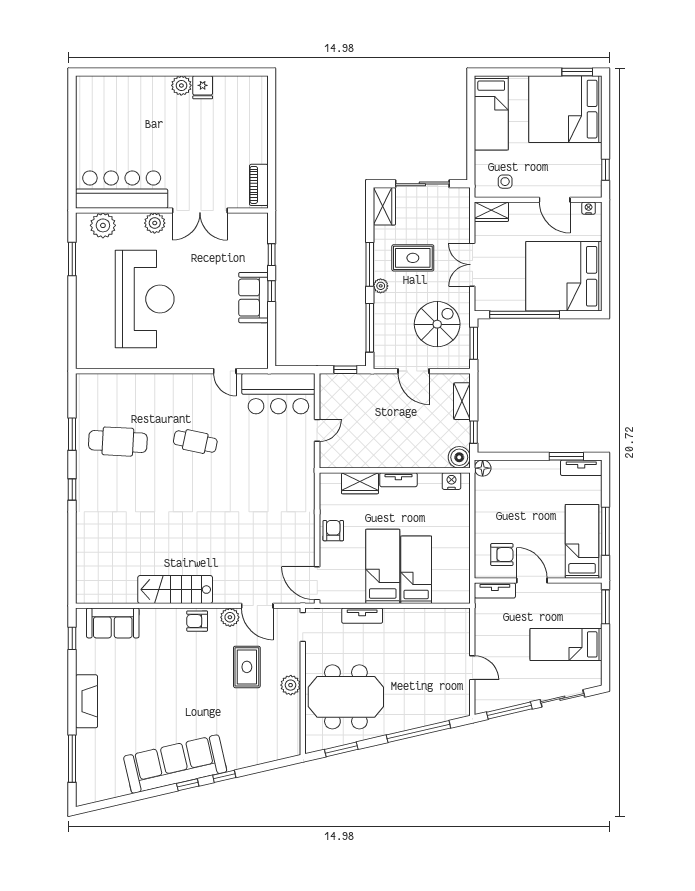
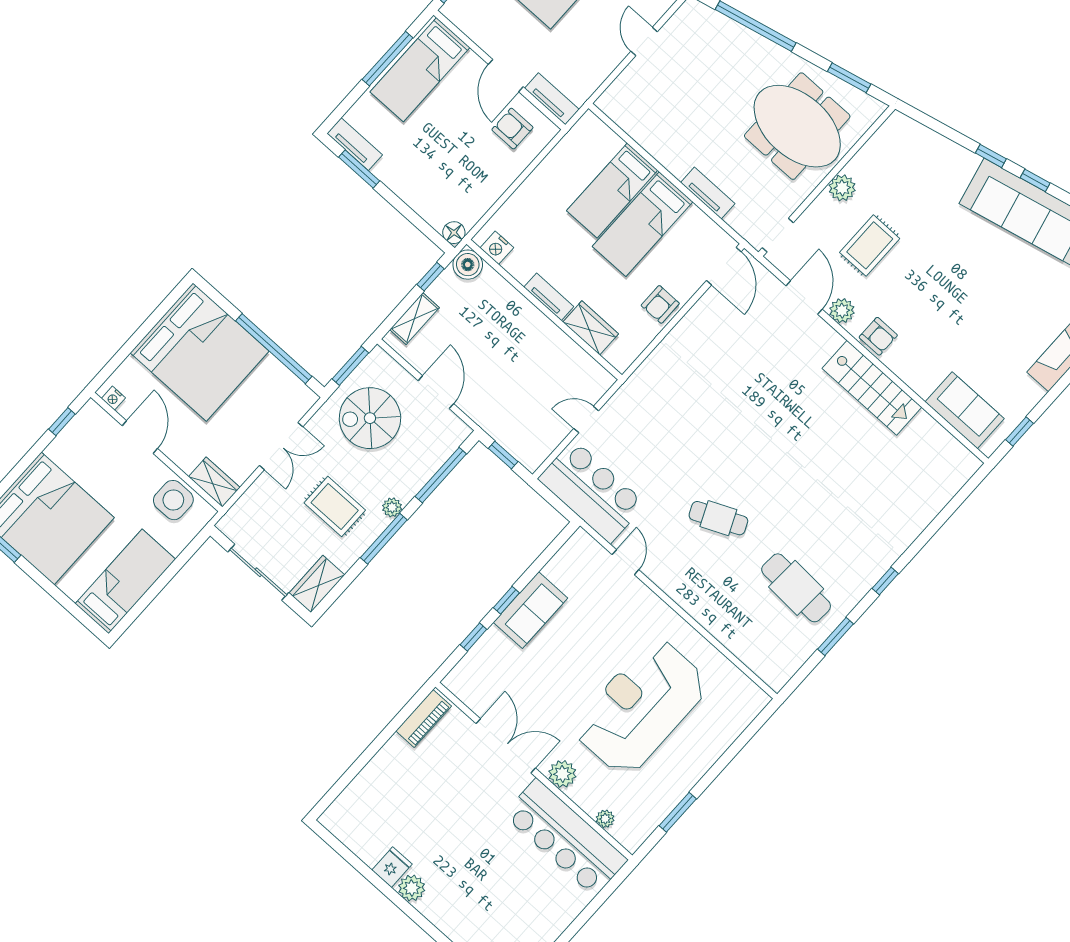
side table: (505, 182) -> (173, 500), width x1.87, depth x1.87
plant: (103, 225) -> (605, 819), width x0.53, depth x0.53
cafe table: (195, 442) -> (718, 518), turned -36

